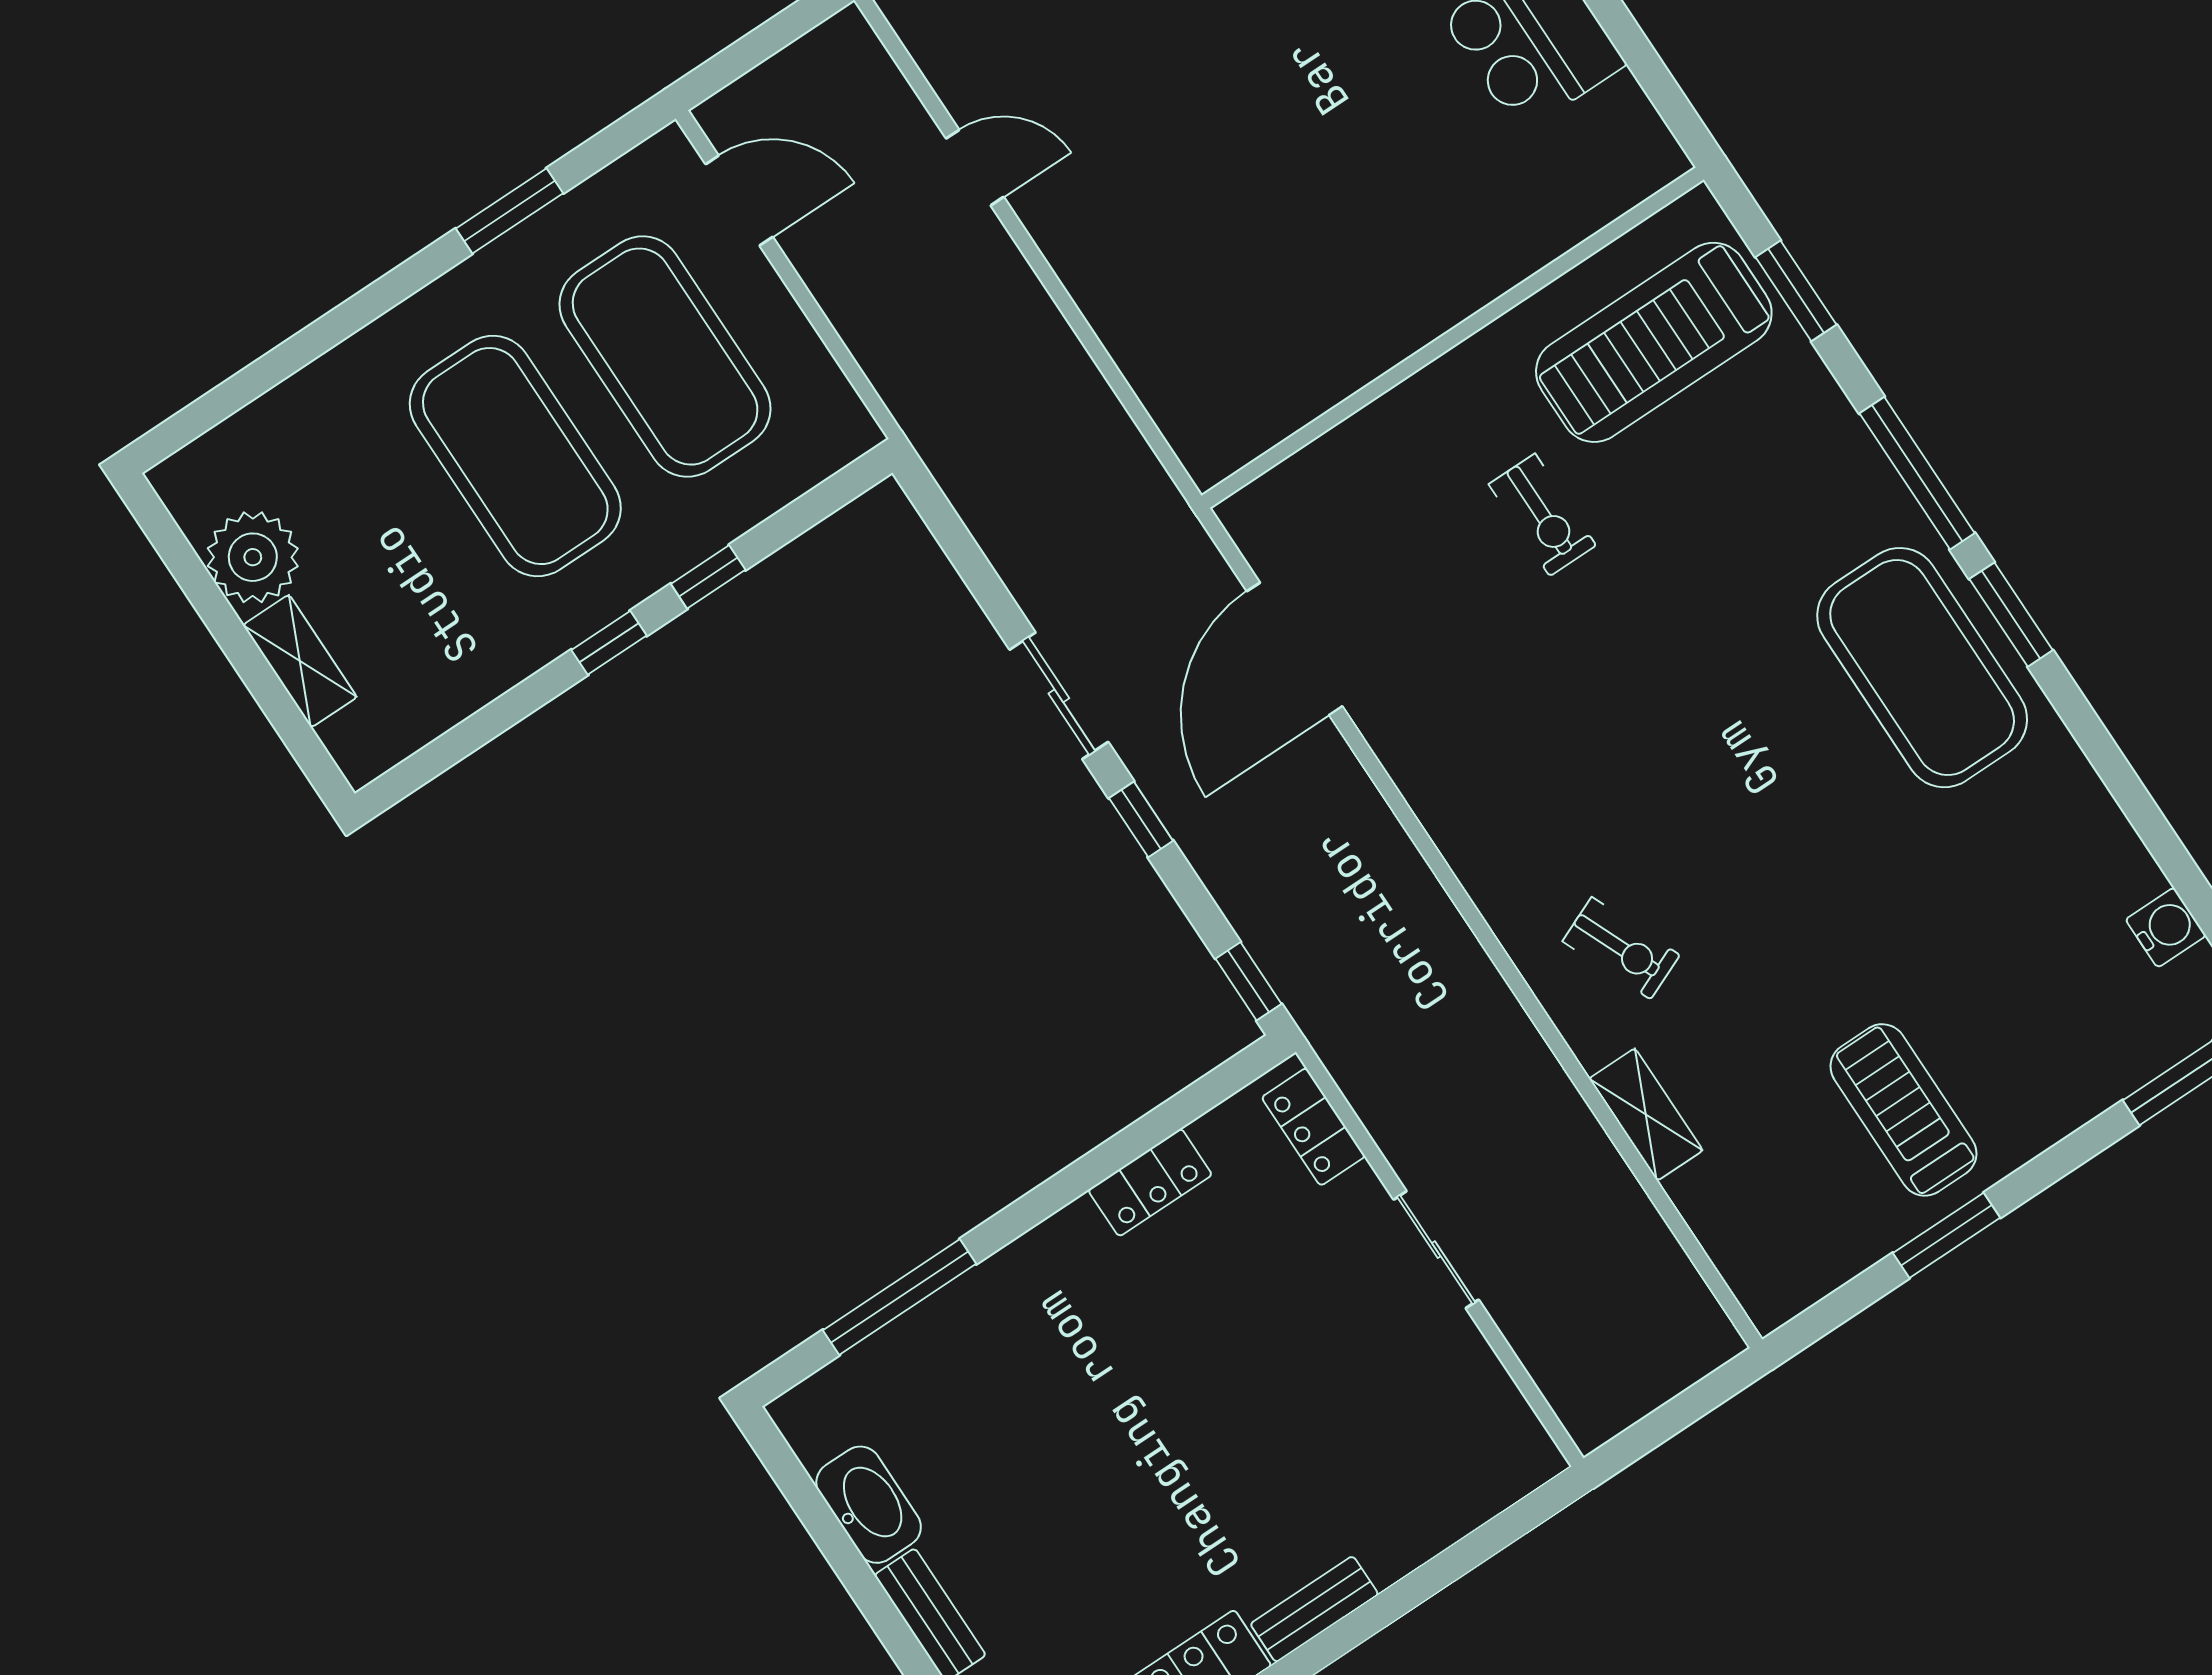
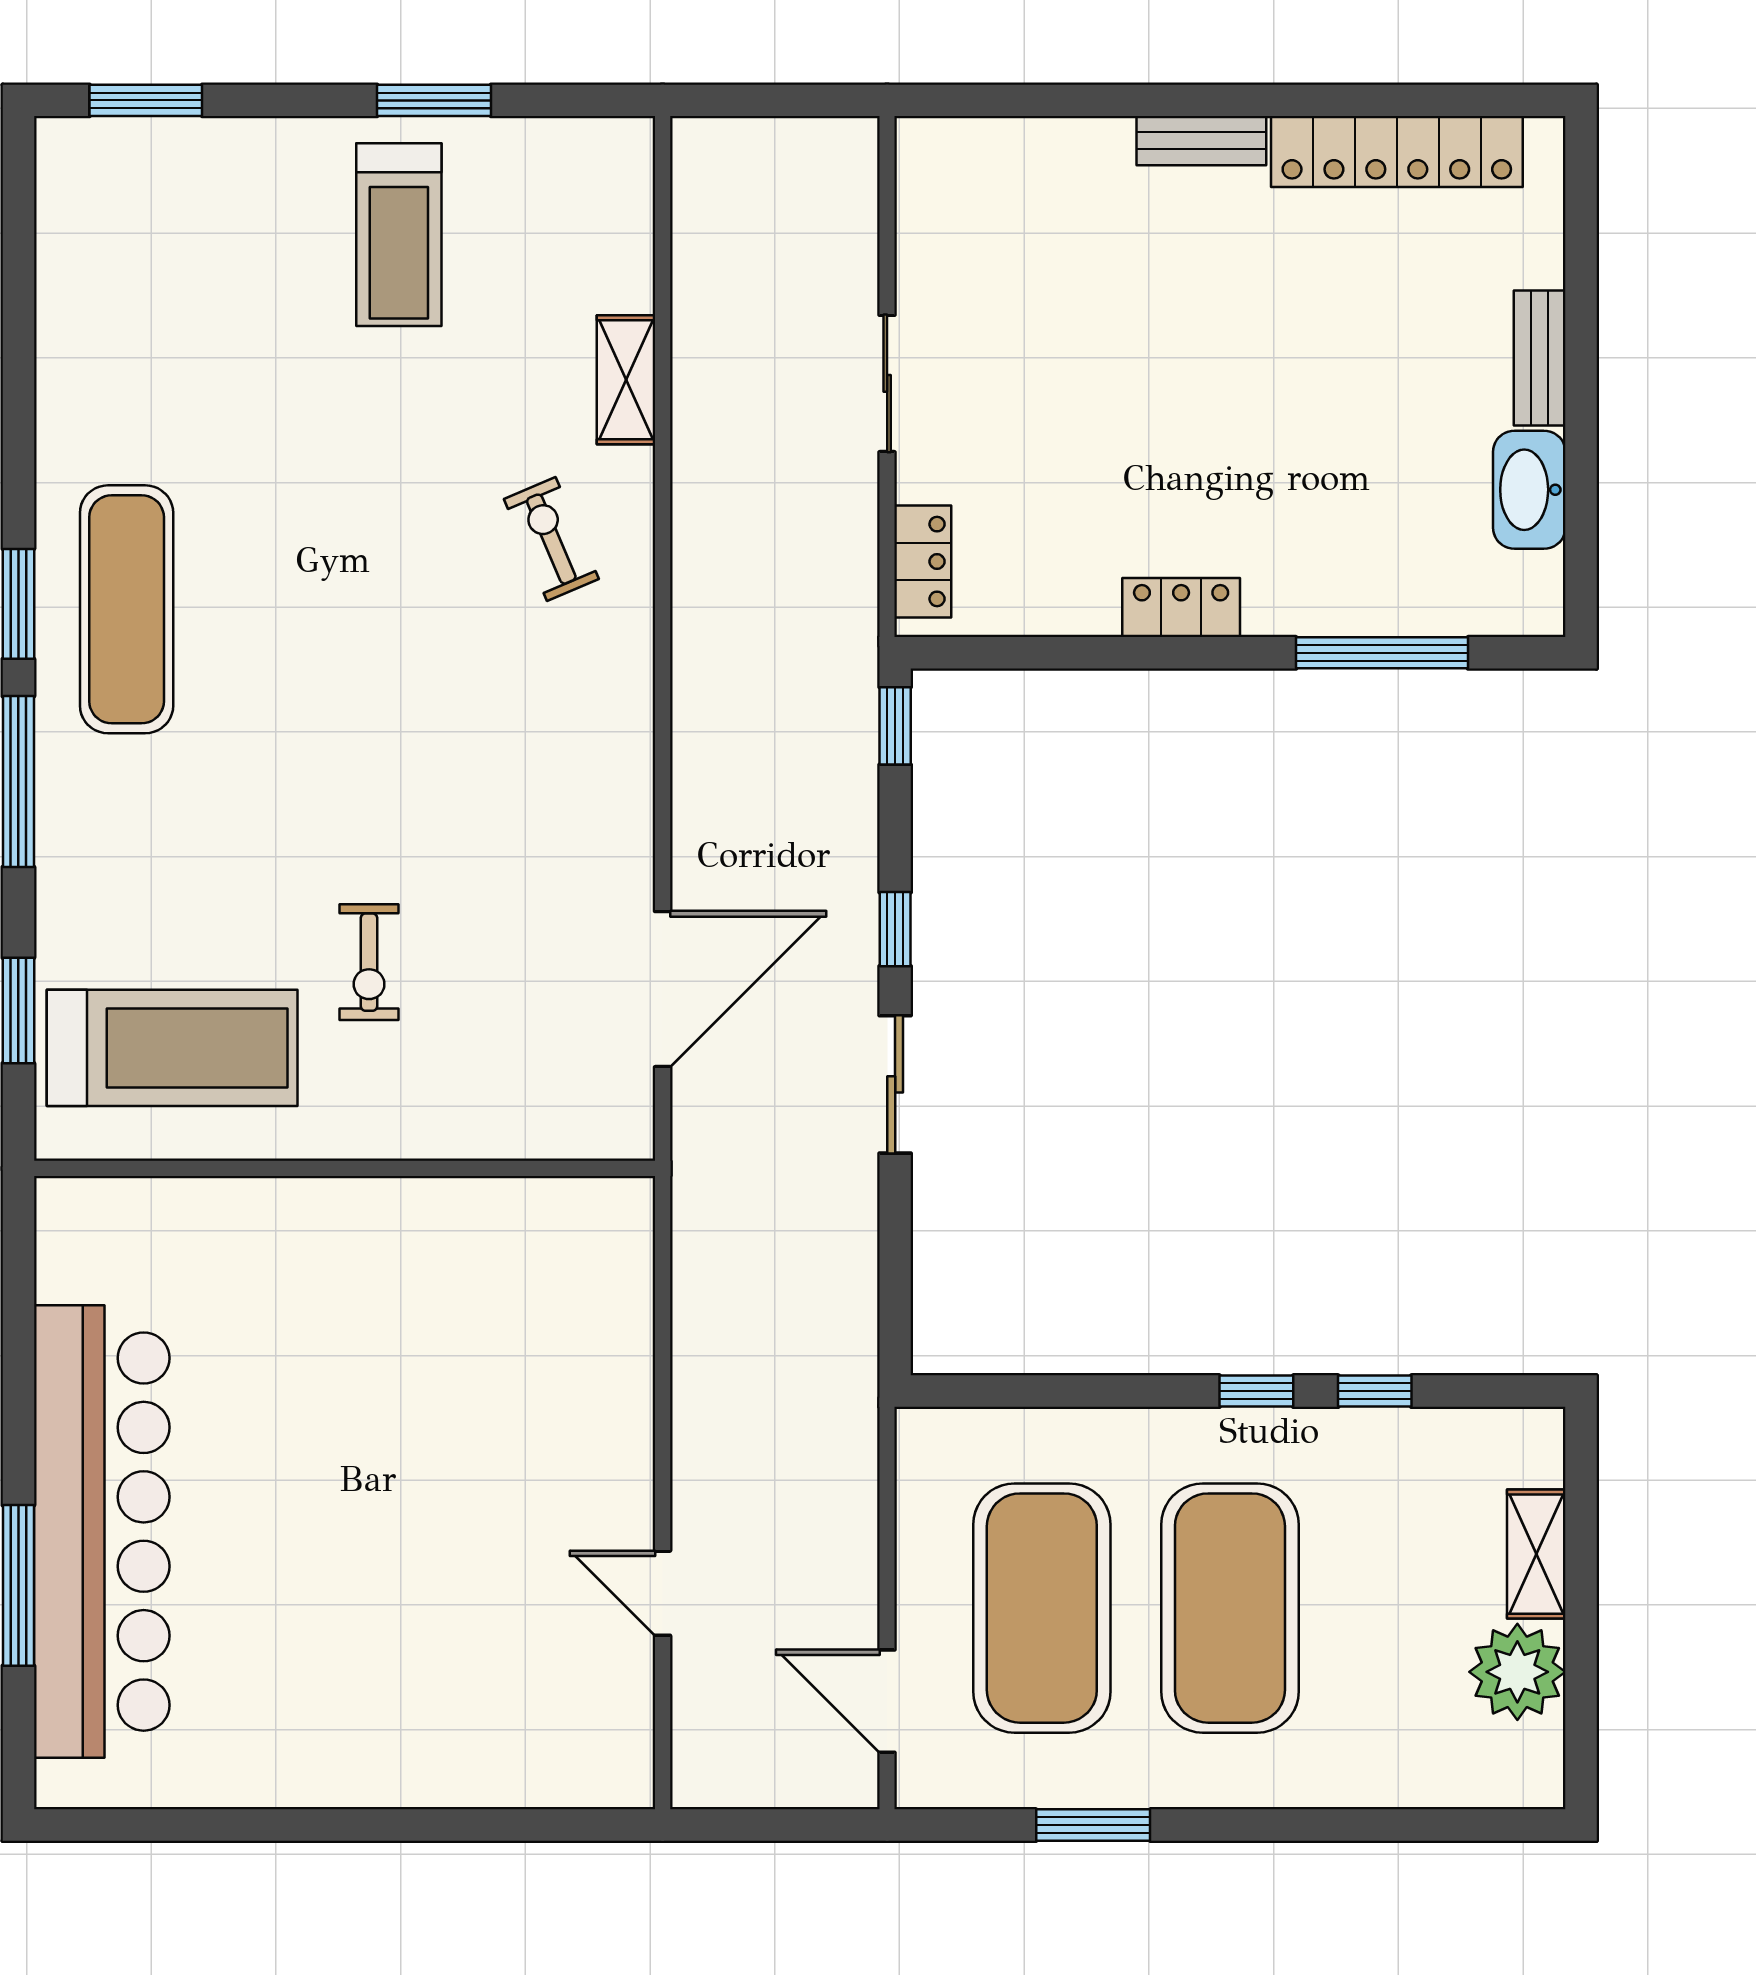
exercise bike: (1542, 515) -> (369, 962), turned 180
window: (708, 577) -> (1375, 1391), moved
exercise mat: (1922, 668) -> (127, 609), width x0.68
water cooler: (2166, 927) -> (65, 242), removed
locker: (1150, 1182) -> (1181, 608), moved

